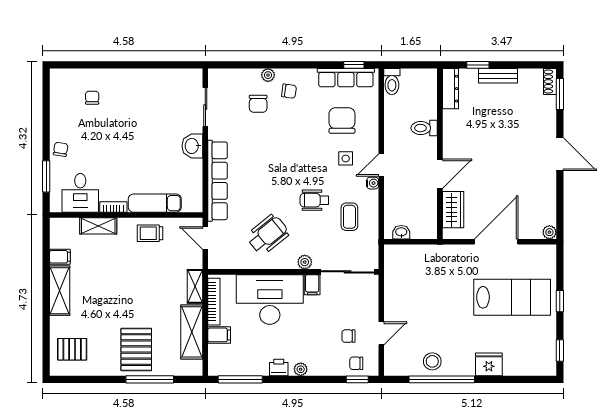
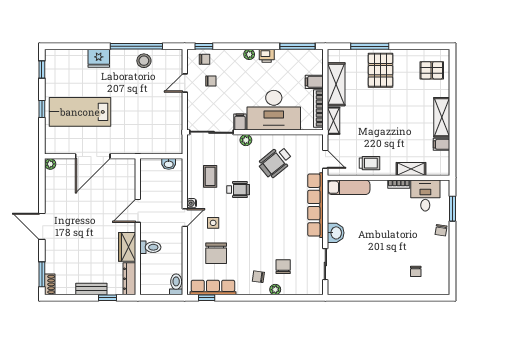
exam couch: (155, 203) -> (349, 187), moved
wardrobe: (453, 210) -> (127, 247), moved

